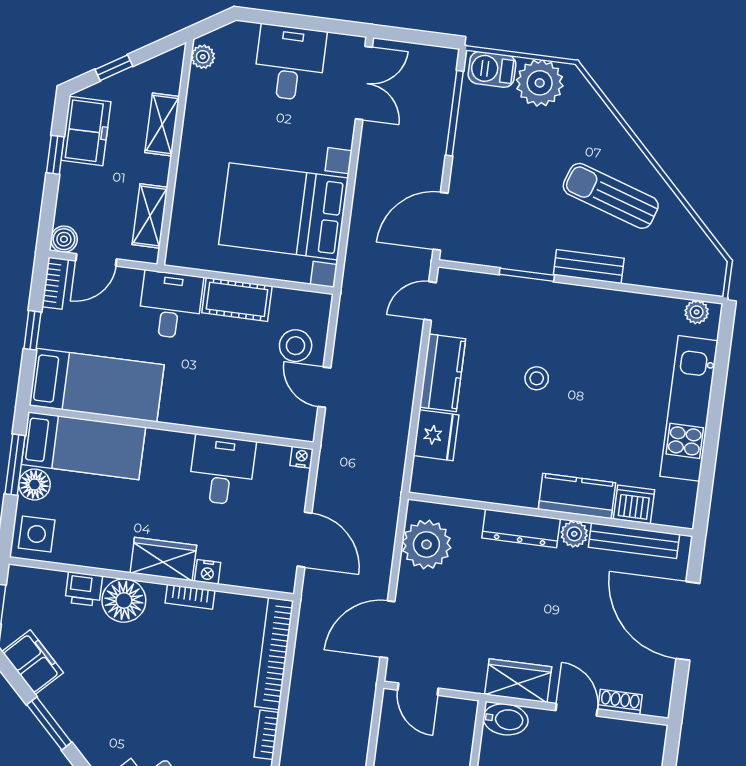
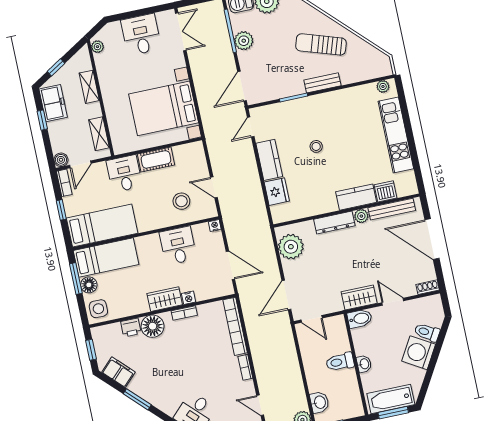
plant: (473, 140) -> (244, 41), added
stool: (296, 346) -> (181, 201), moved
shoe rack: (620, 702) -> (428, 287), moved

